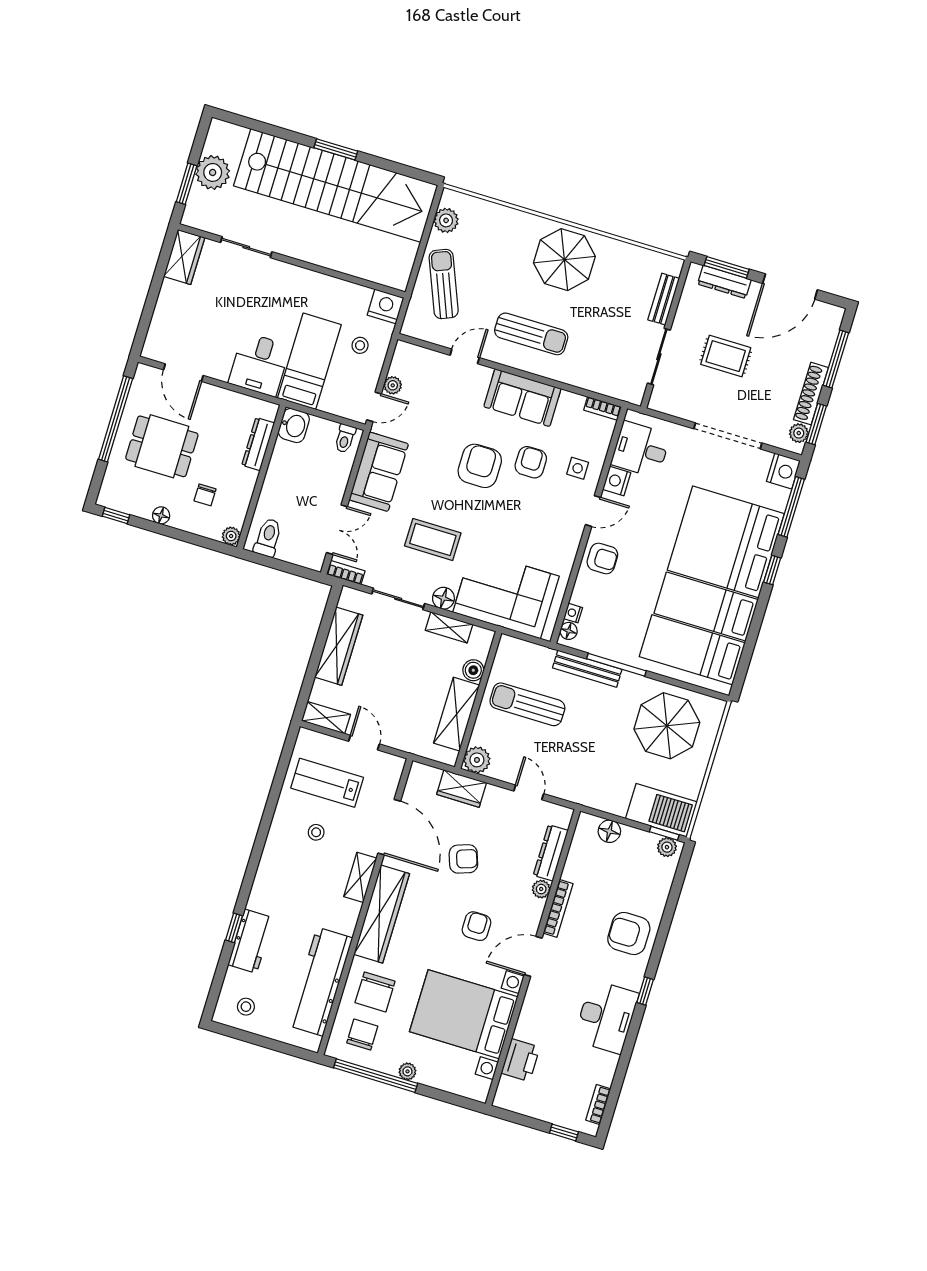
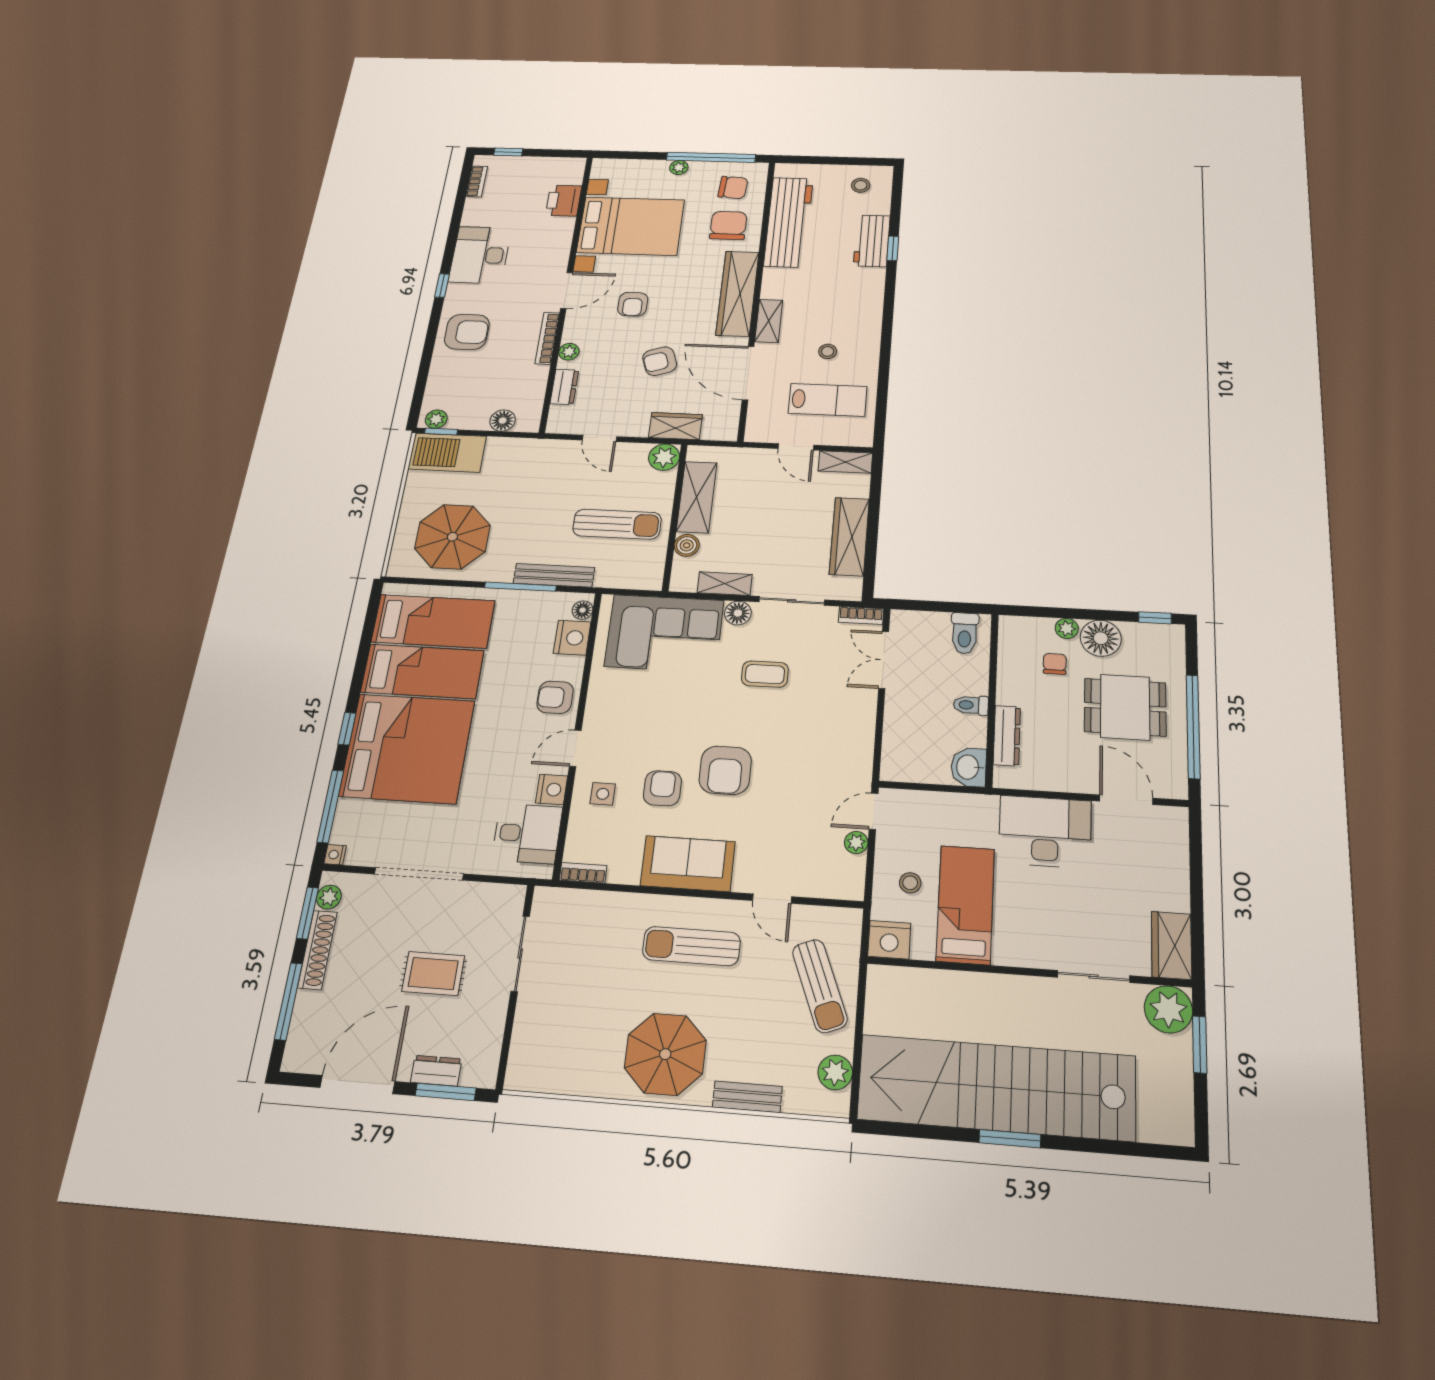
plant: (213, 172) -> (1168, 1009), moved
dresser: (724, 282) -> (436, 1071), width x0.70
bench: (664, 299) -> (747, 1097), moved, turned 90
door: (465, 356) -> (772, 899), hinge flipped
bed: (309, 361) -> (965, 905), moved, turned 180
desk: (259, 364) -> (1045, 832), width x1.37
toilet: (345, 438) -> (971, 705), moved, turned -90
armchair: (531, 462) -> (662, 788), turned 180
nightstand: (783, 471) -> (335, 855), width x0.53, depth x0.56
sofa: (379, 472) -> (849, 736), removed
floor lamp: (161, 515) -> (1101, 638), width x1.89, depth x1.89
plant: (231, 536) -> (1067, 628), moved
coffee table: (433, 539) -> (765, 674), width x0.73, depth x0.77
nightstand: (573, 613) -> (572, 638), width x1.89, depth x1.79
dresser: (551, 853) -> (564, 387), width x0.70
chair: (362, 1035) -> (733, 188), turned -86

